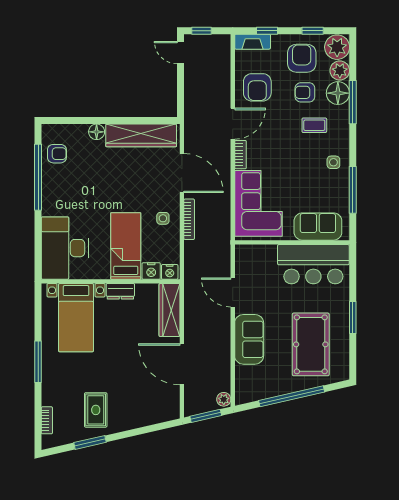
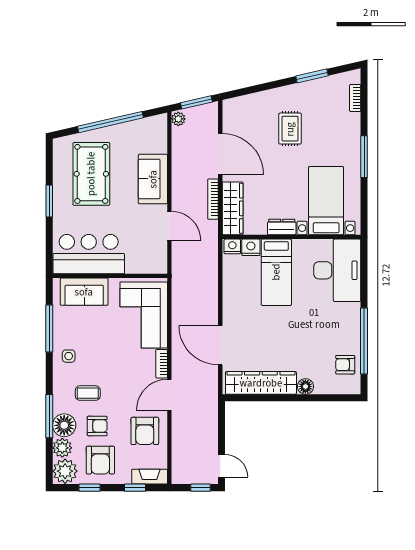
armchair: (257, 87) -> (145, 431), turned 180
side table: (163, 218) -> (239, 300), removed
bookcase: (189, 219) -> (213, 199), moved
rug: (96, 410) -> (290, 129), moved

